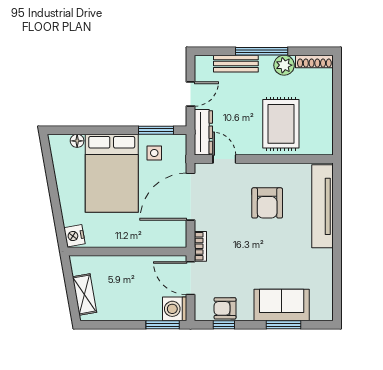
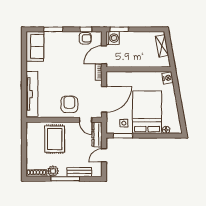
armchair: (267, 203) -> (69, 104), moved
door: (191, 278) -> (104, 55), swing flipped
sofa: (282, 305) -> (35, 46), moved, turned -90

